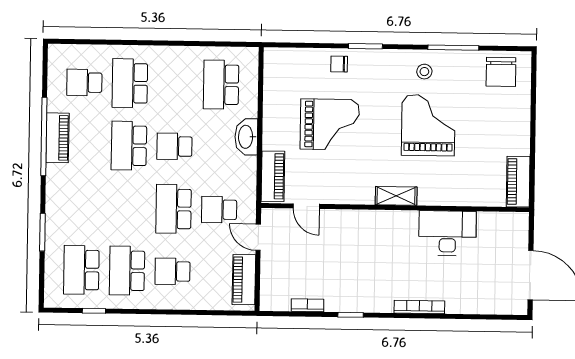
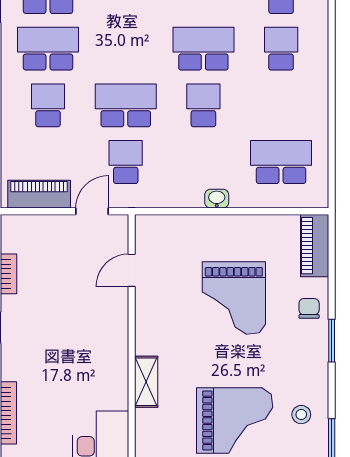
school desk: (130, 83) -> (281, 49), width x0.54
washbasin: (246, 137) -> (217, 199), width x0.52, depth x0.69
piano: (273, 176) -> (315, 246), moved, turned 90

